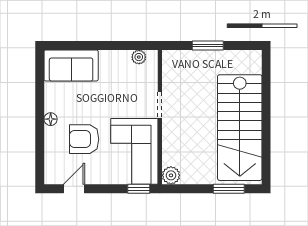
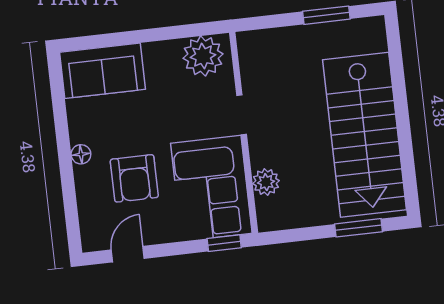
window: (208, 46) -> (326, 15), moved
plant: (139, 57) -> (203, 56), width x1.87, depth x1.87
armchair: (84, 139) -> (134, 178), turned -90
plant: (171, 175) -> (266, 182), moved

